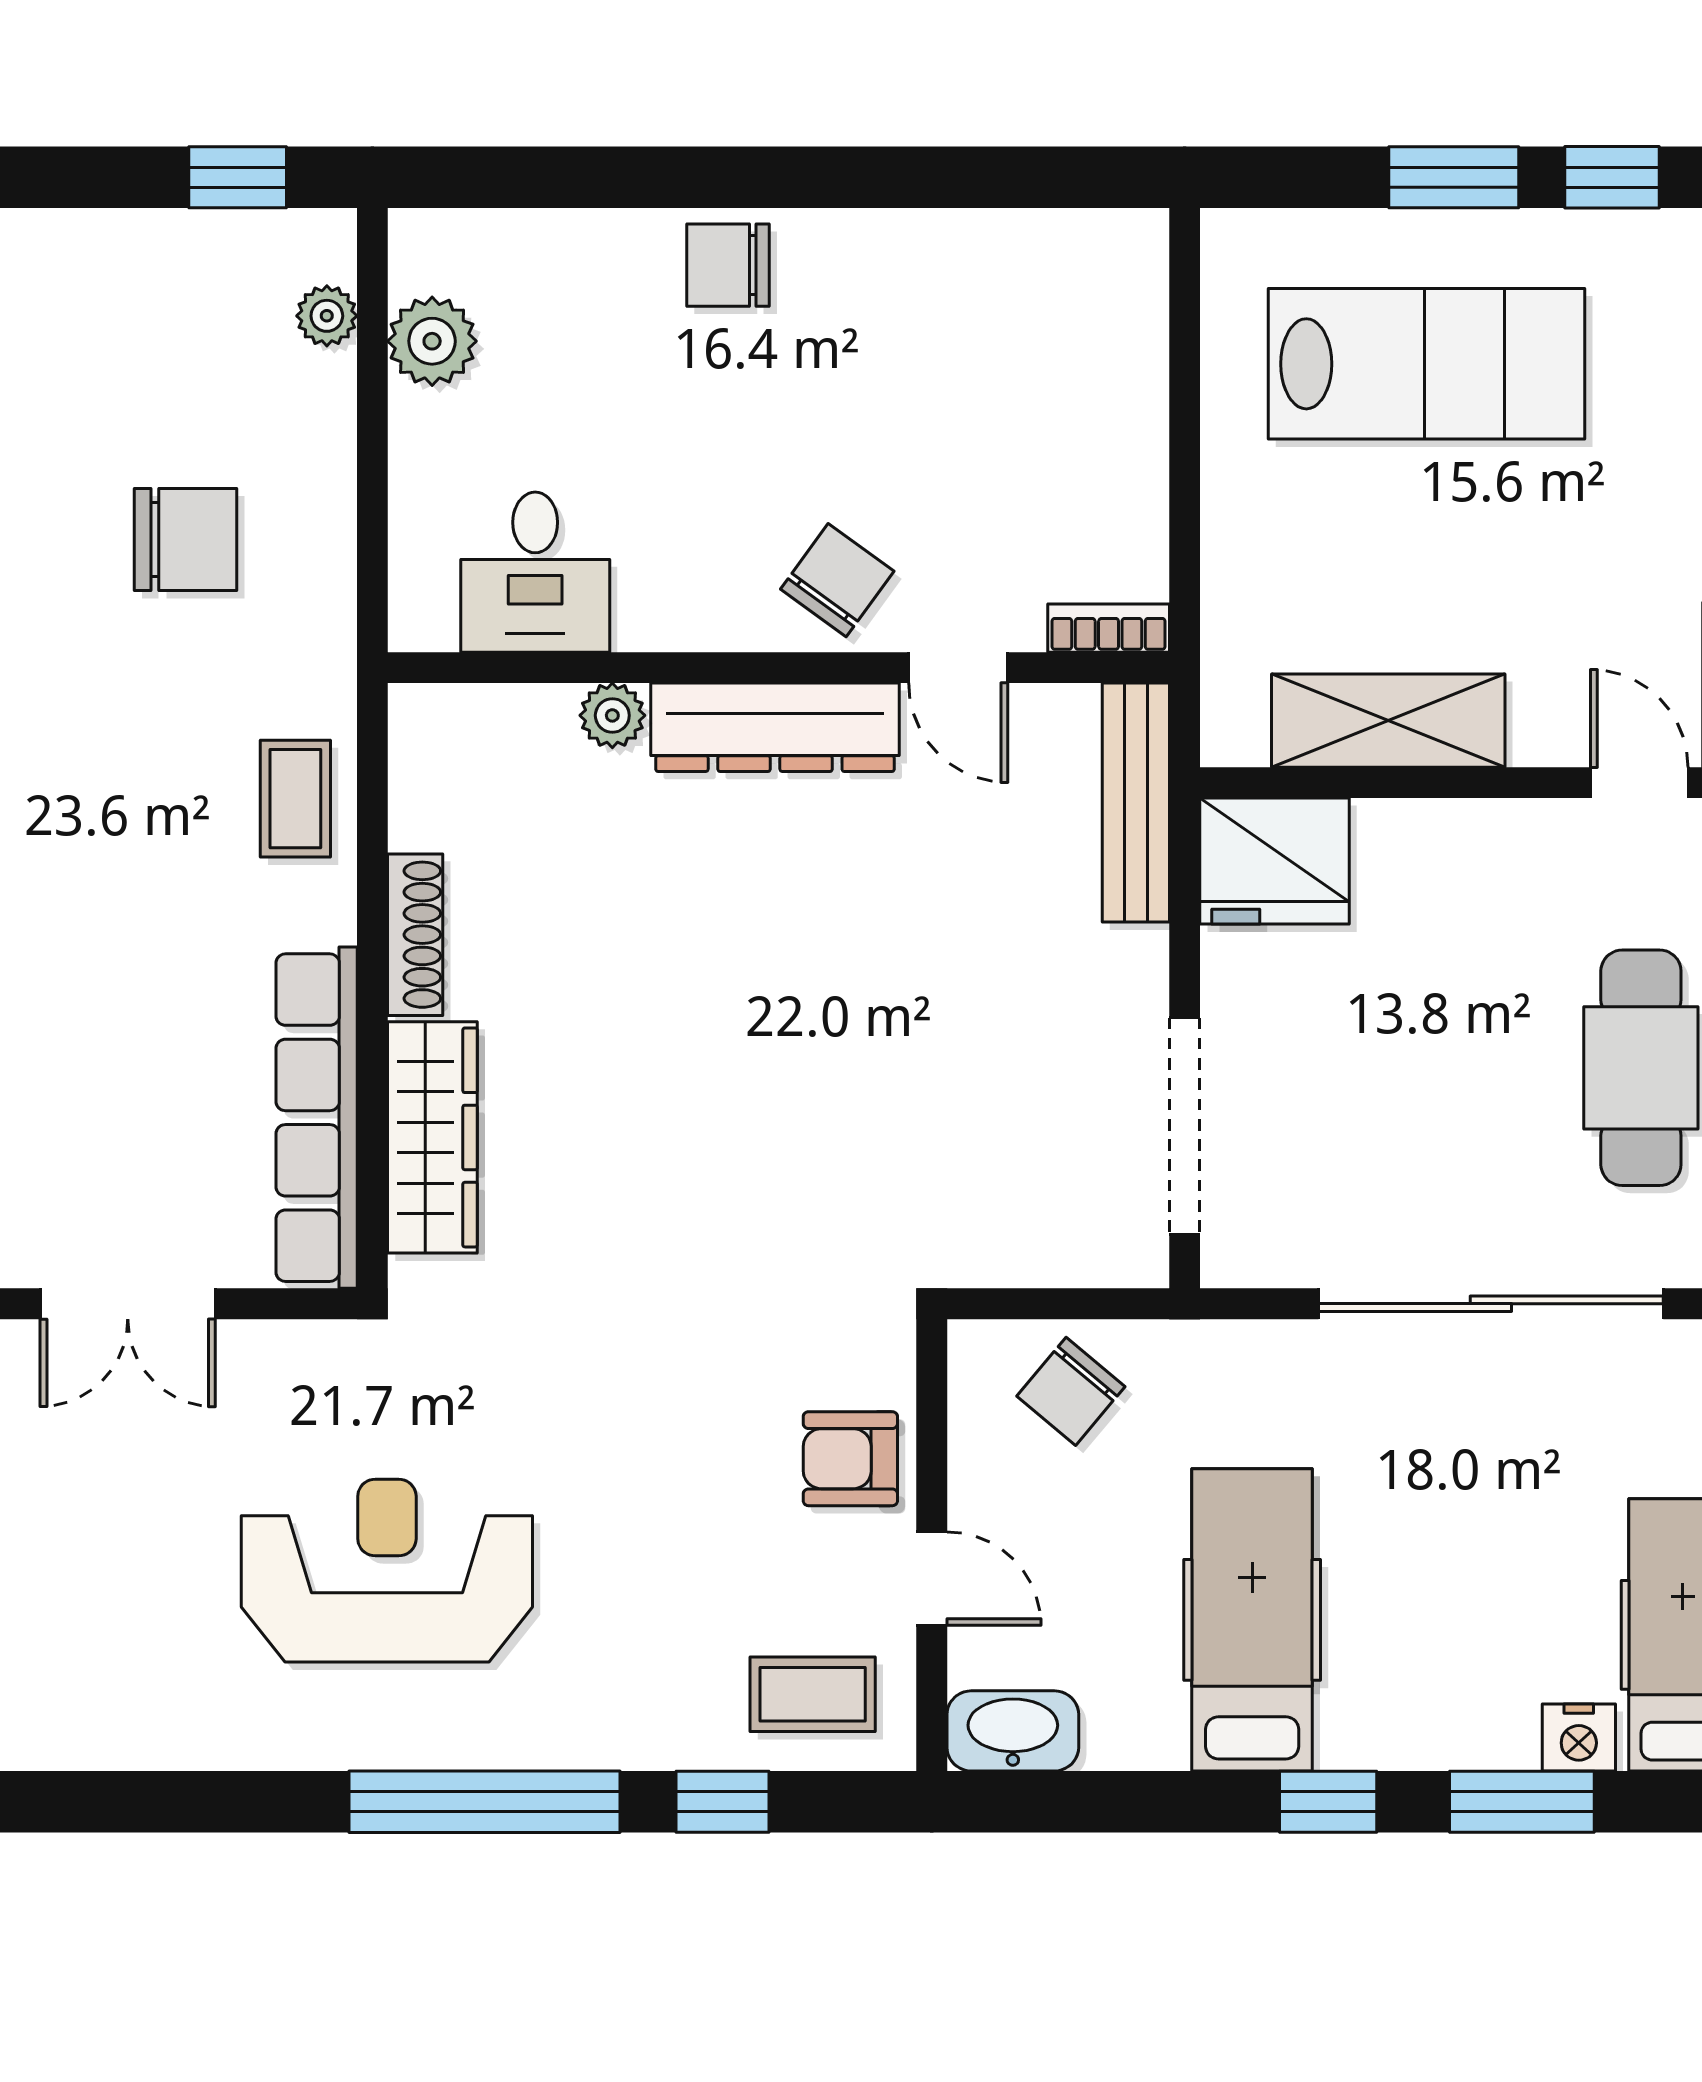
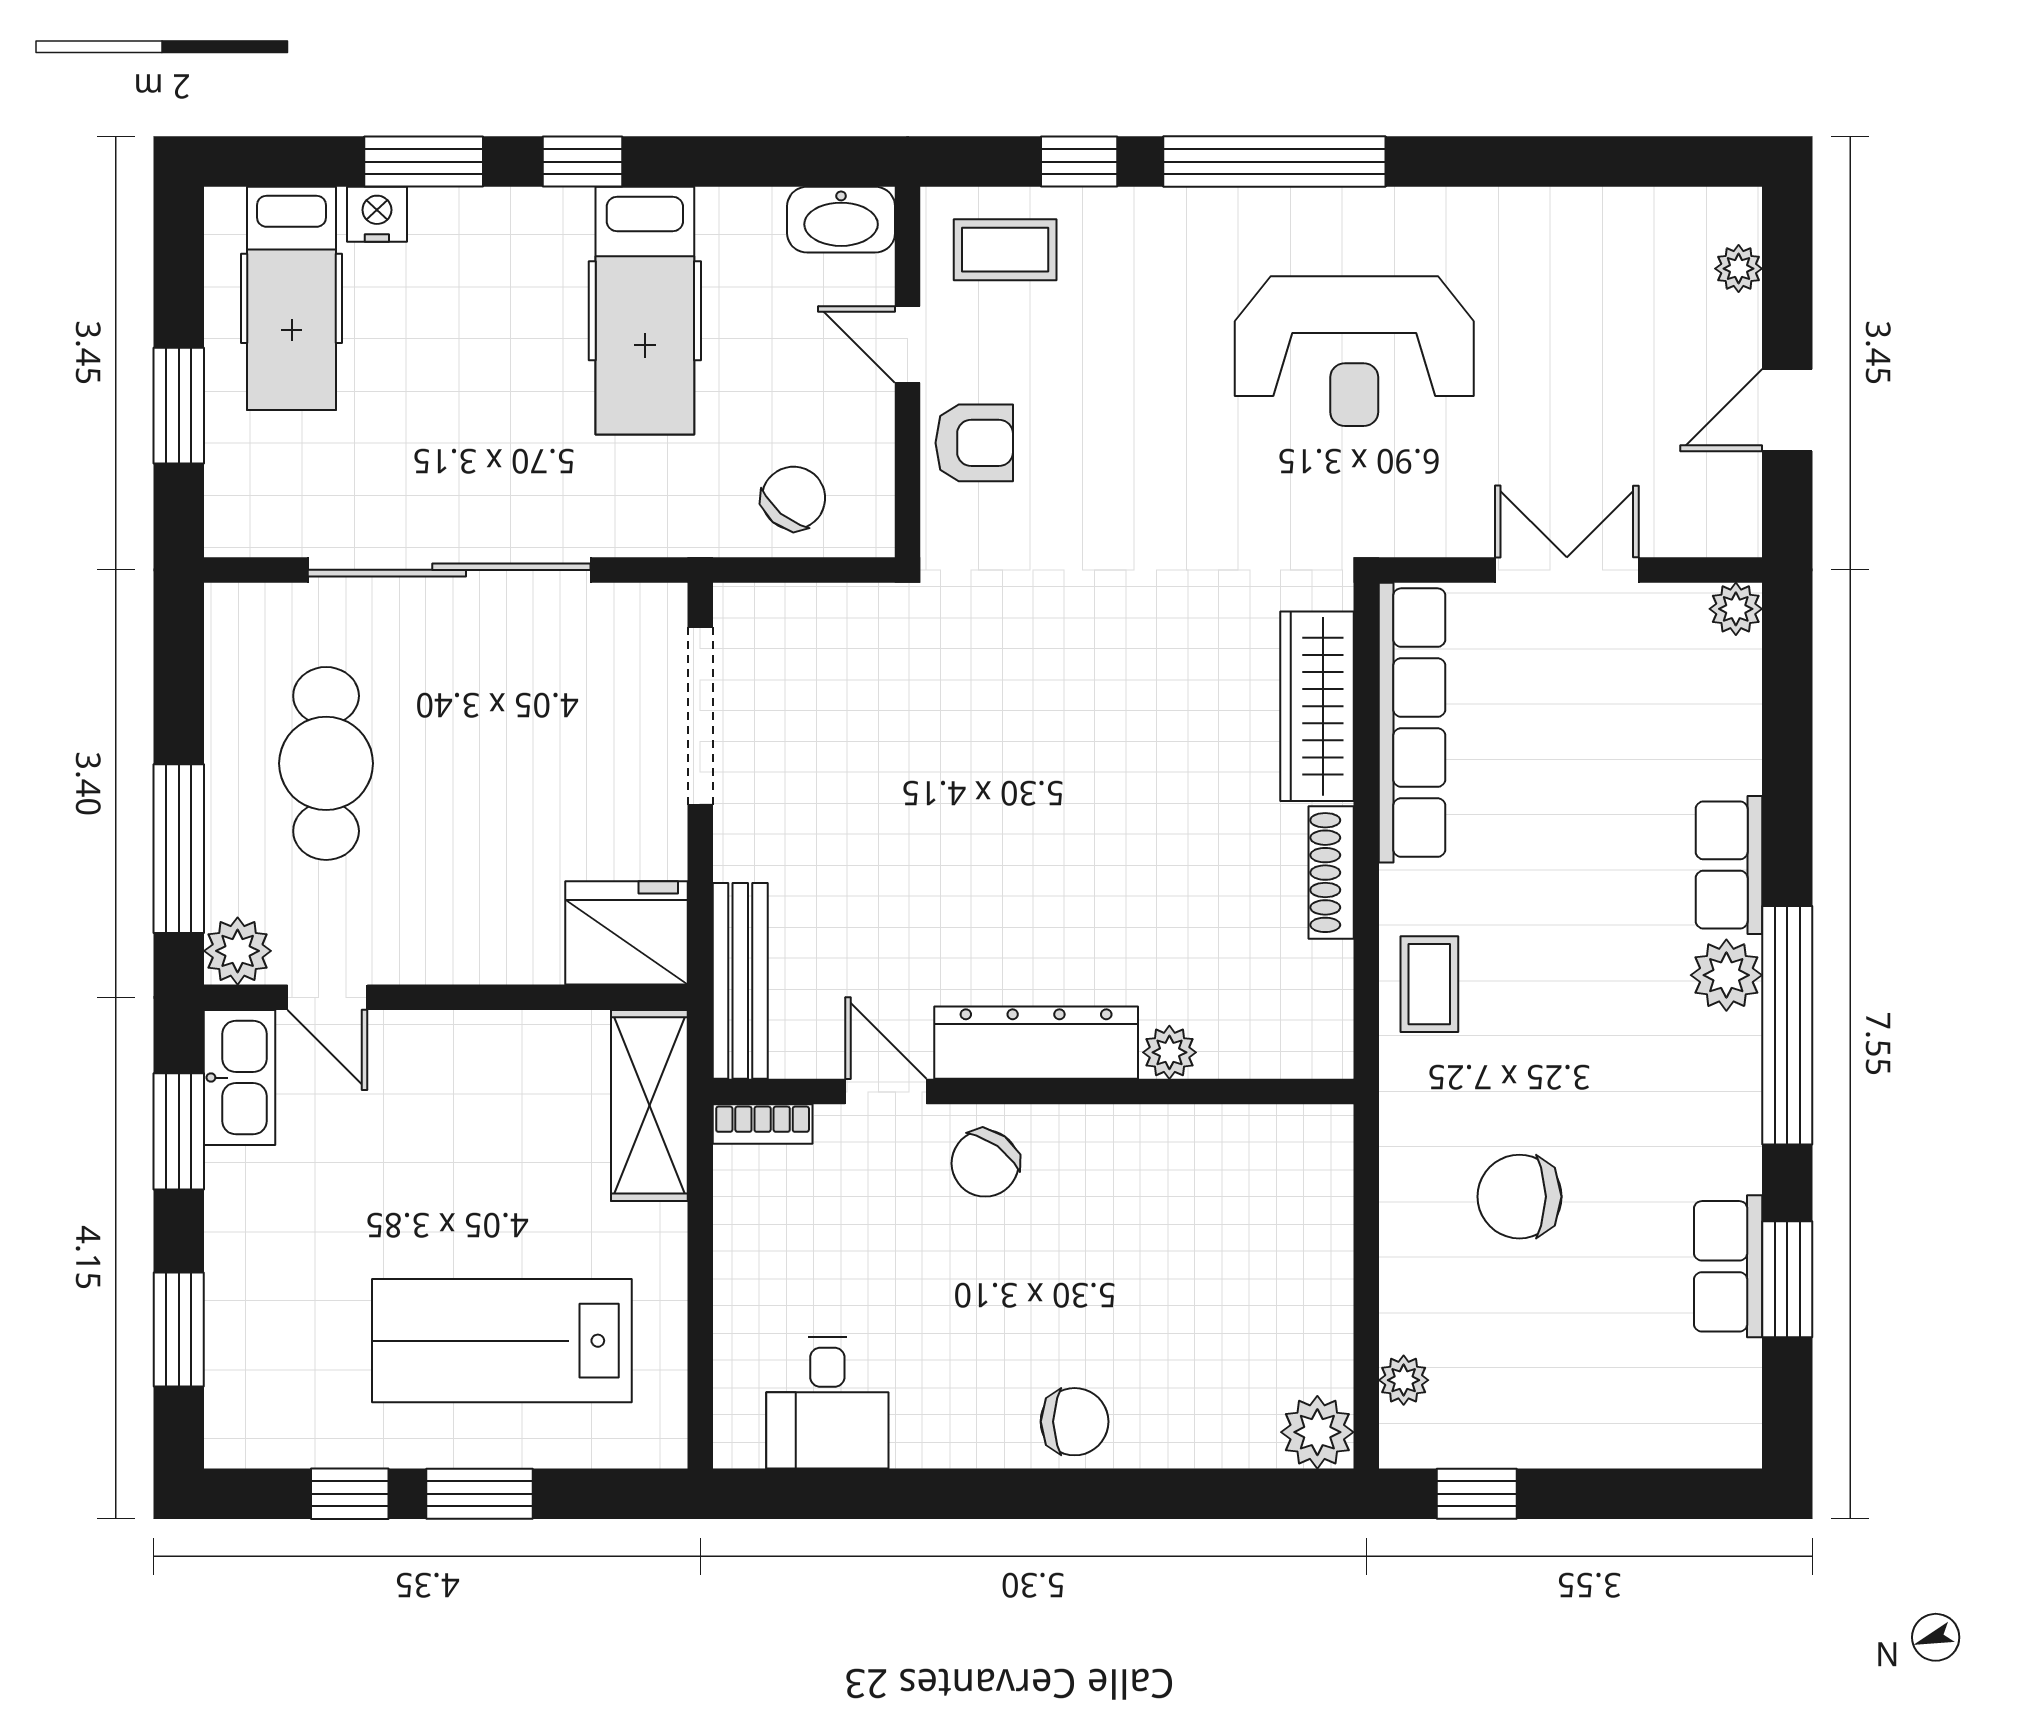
plant: (432, 341) -> (1317, 1432), moved
desk: (535, 572) -> (827, 1403), moved, turned 180
shelving: (1388, 721) -> (649, 1105), moved, turned 90

